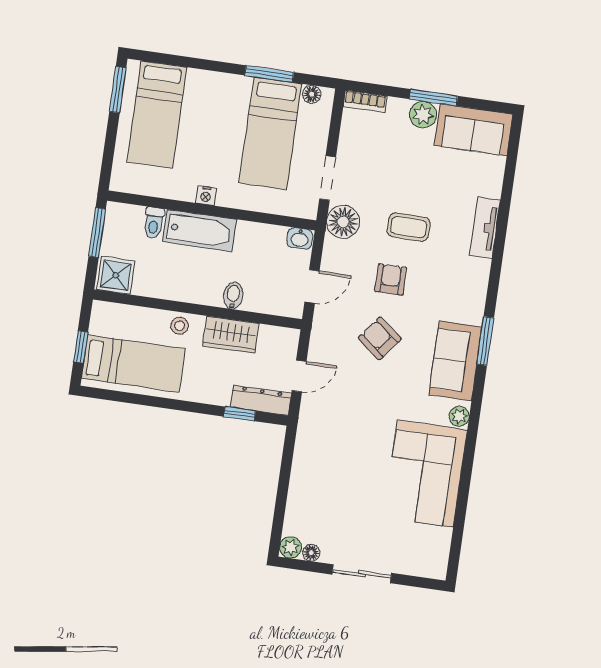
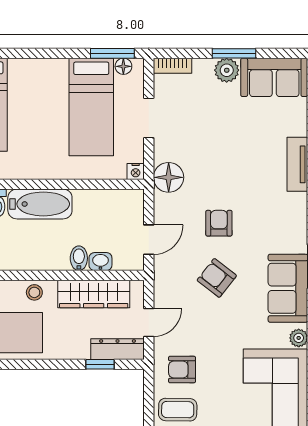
window: (269, 74) -> (112, 53), moved
doorway: (328, 178) -> (149, 118), moved
nightstand: (206, 196) -> (136, 171), moved
coffee table: (409, 227) -> (178, 410), moved
washbasin: (300, 238) -> (100, 262), moved, turned 180
wardrobe: (231, 335) -> (94, 294), width x1.50
armchair: (328, 432) -> (182, 370), added

